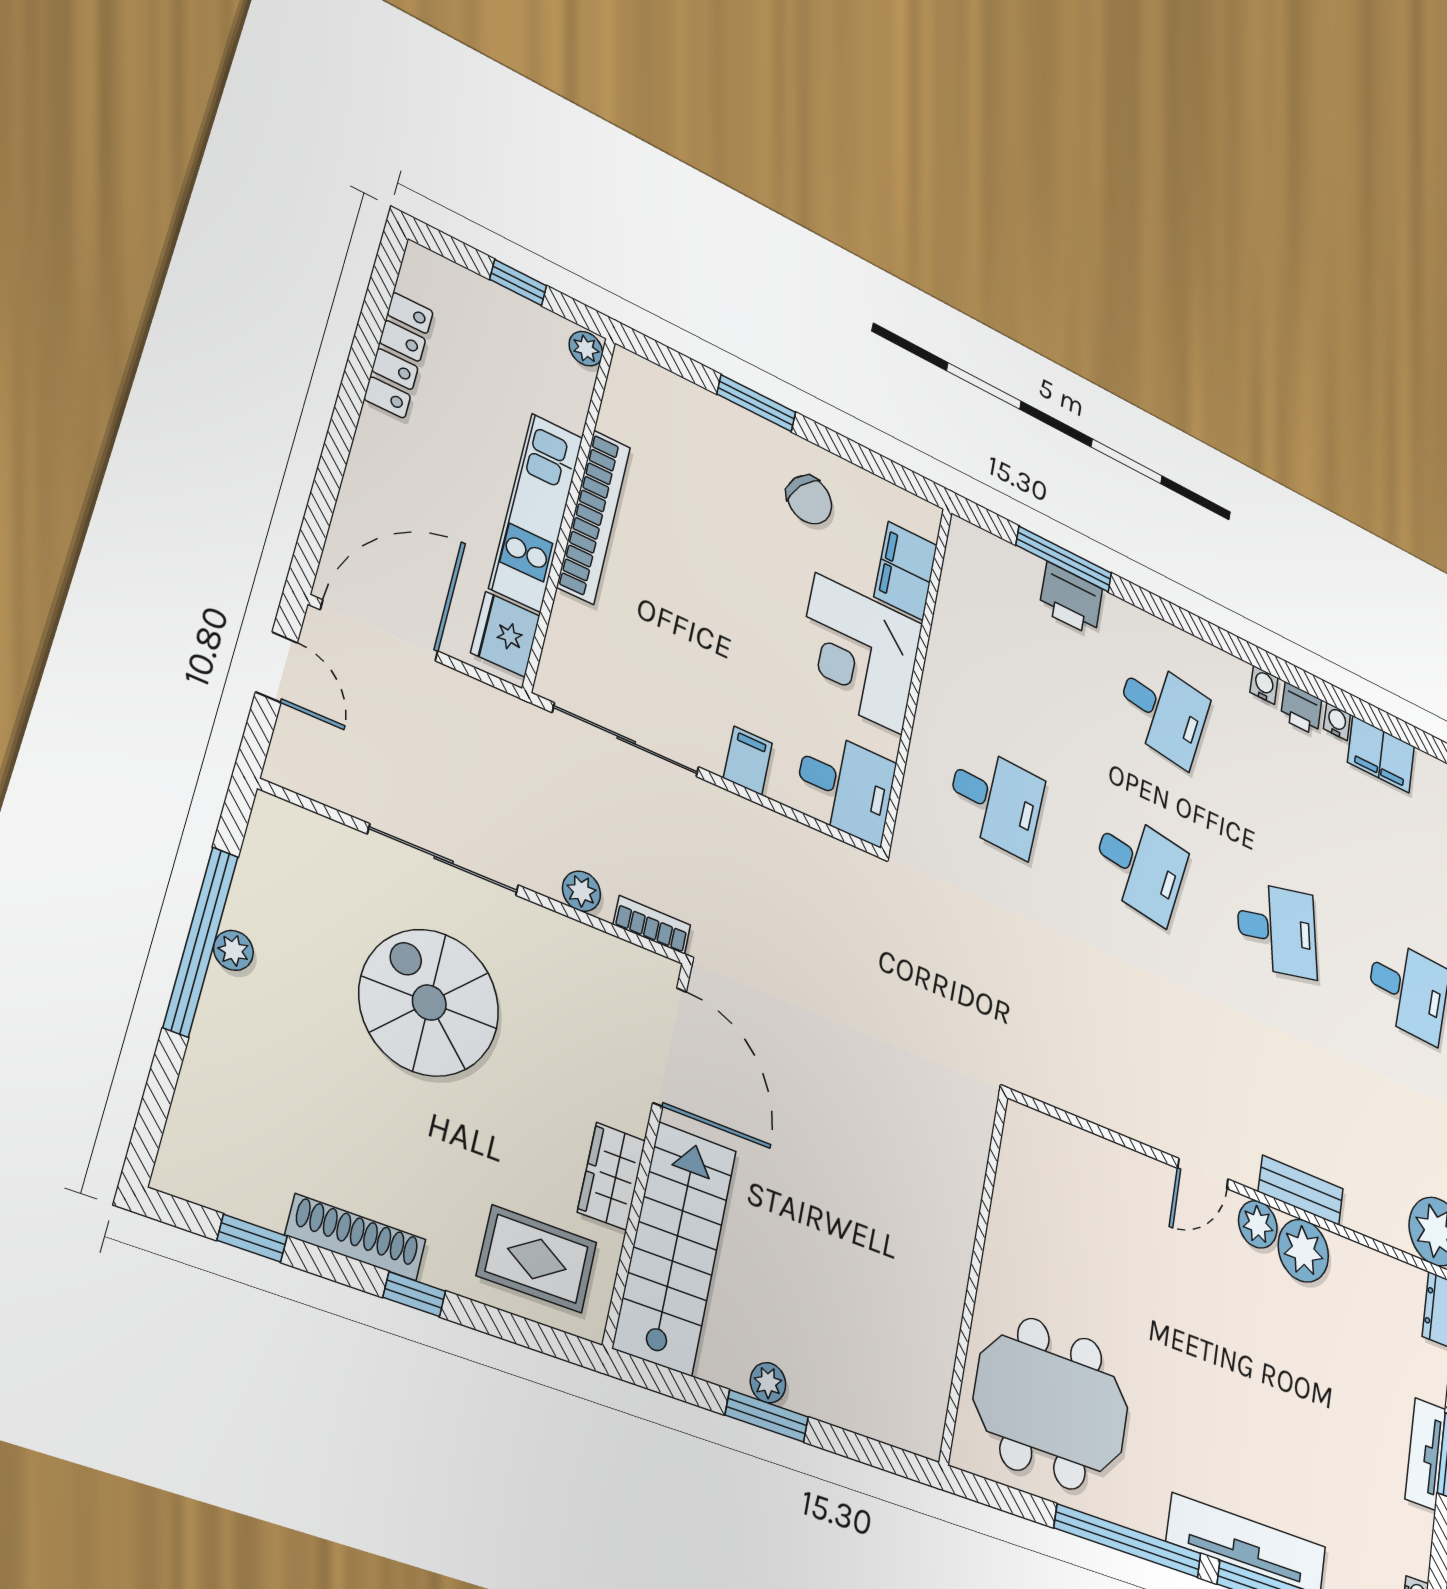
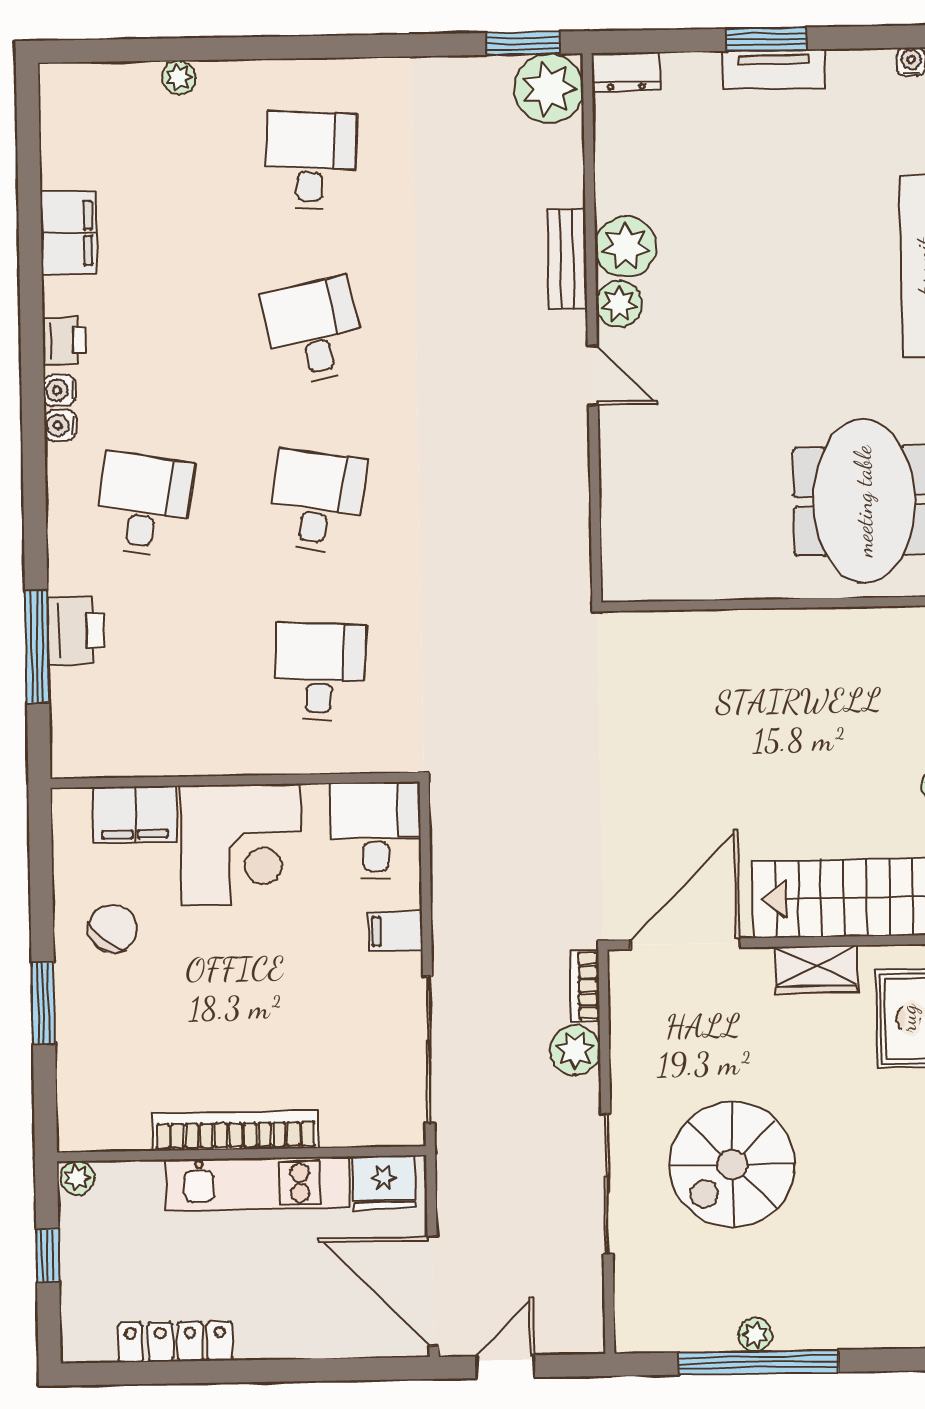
water cooler: (1337, 722) -> (60, 425), moved
plant: (581, 891) -> (575, 1050), width x1.38, depth x1.38

